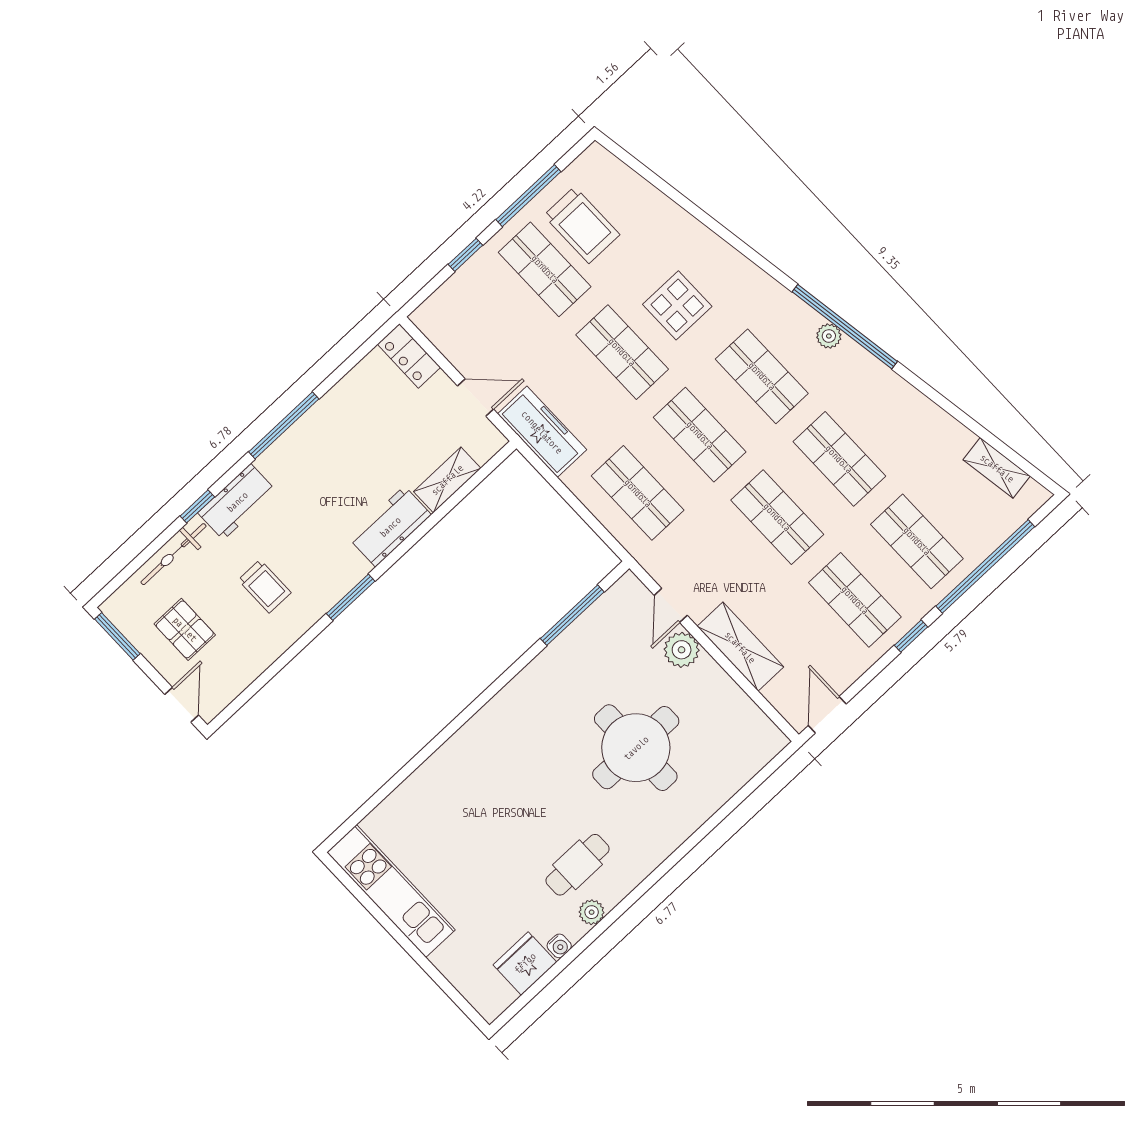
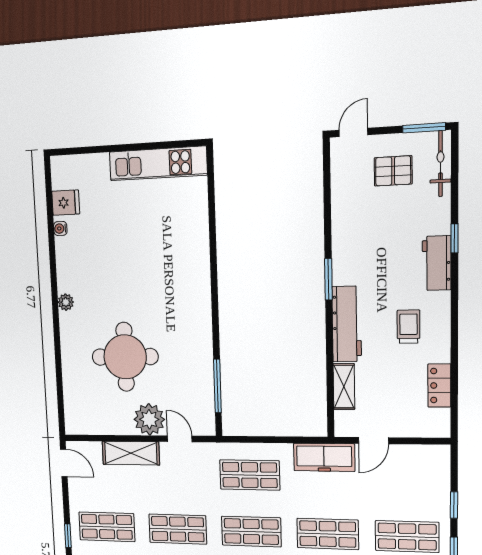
locker: (409, 356) -> (439, 385), moved, turned -90
window: (284, 425) -> (454, 327), removed
workbench: (390, 527) -> (347, 324), width x1.38
bicycle: (173, 554) -> (440, 164), moved
trolley: (265, 586) -> (408, 327), moved, turned 90
plant: (682, 650) -> (149, 419), width x1.36, depth x1.36
door: (182, 705) -> (353, 132), swing flipped
cafe table: (577, 865) -> (92, 274), removed
plant: (592, 912) -> (66, 302), moved
fridge: (525, 963) -> (66, 203), width x0.72

